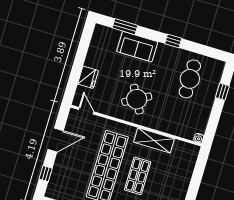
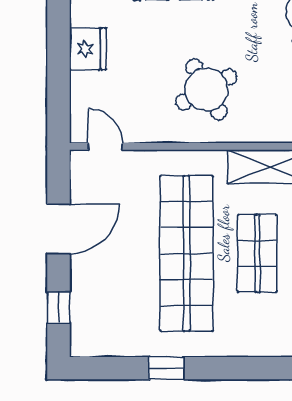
fridge: (88, 77) -> (88, 49), moved

